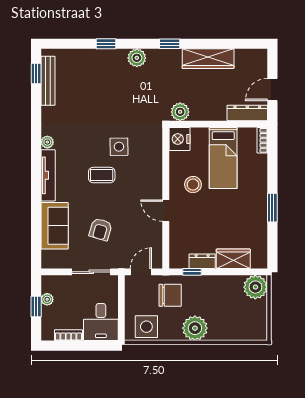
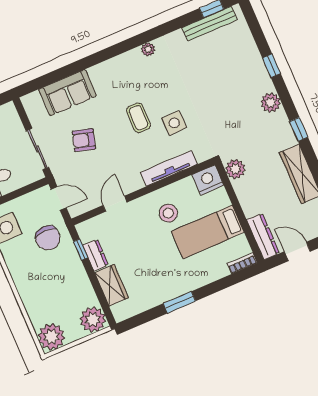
tv unit: (48, 175) -> (169, 168), moved, turned 180
door: (166, 211) -> (115, 204), moved
plant: (195, 328) -> (51, 337), moved

